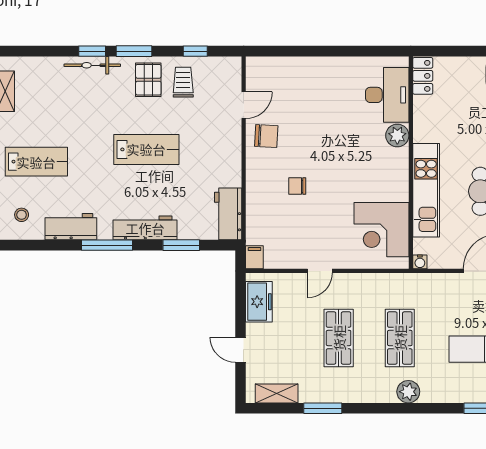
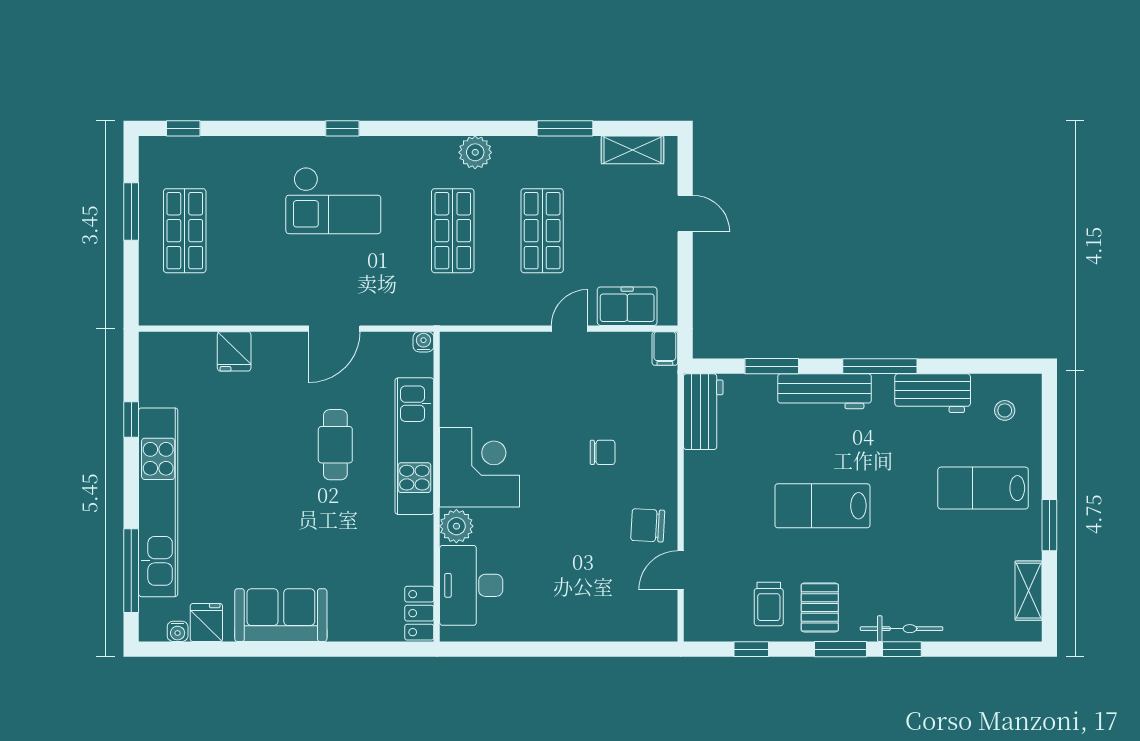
corner desk: (381, 230) -> (480, 467), moved
freezer: (259, 302) -> (627, 306), moved, turned 90
plant: (408, 392) -> (475, 152), moved

